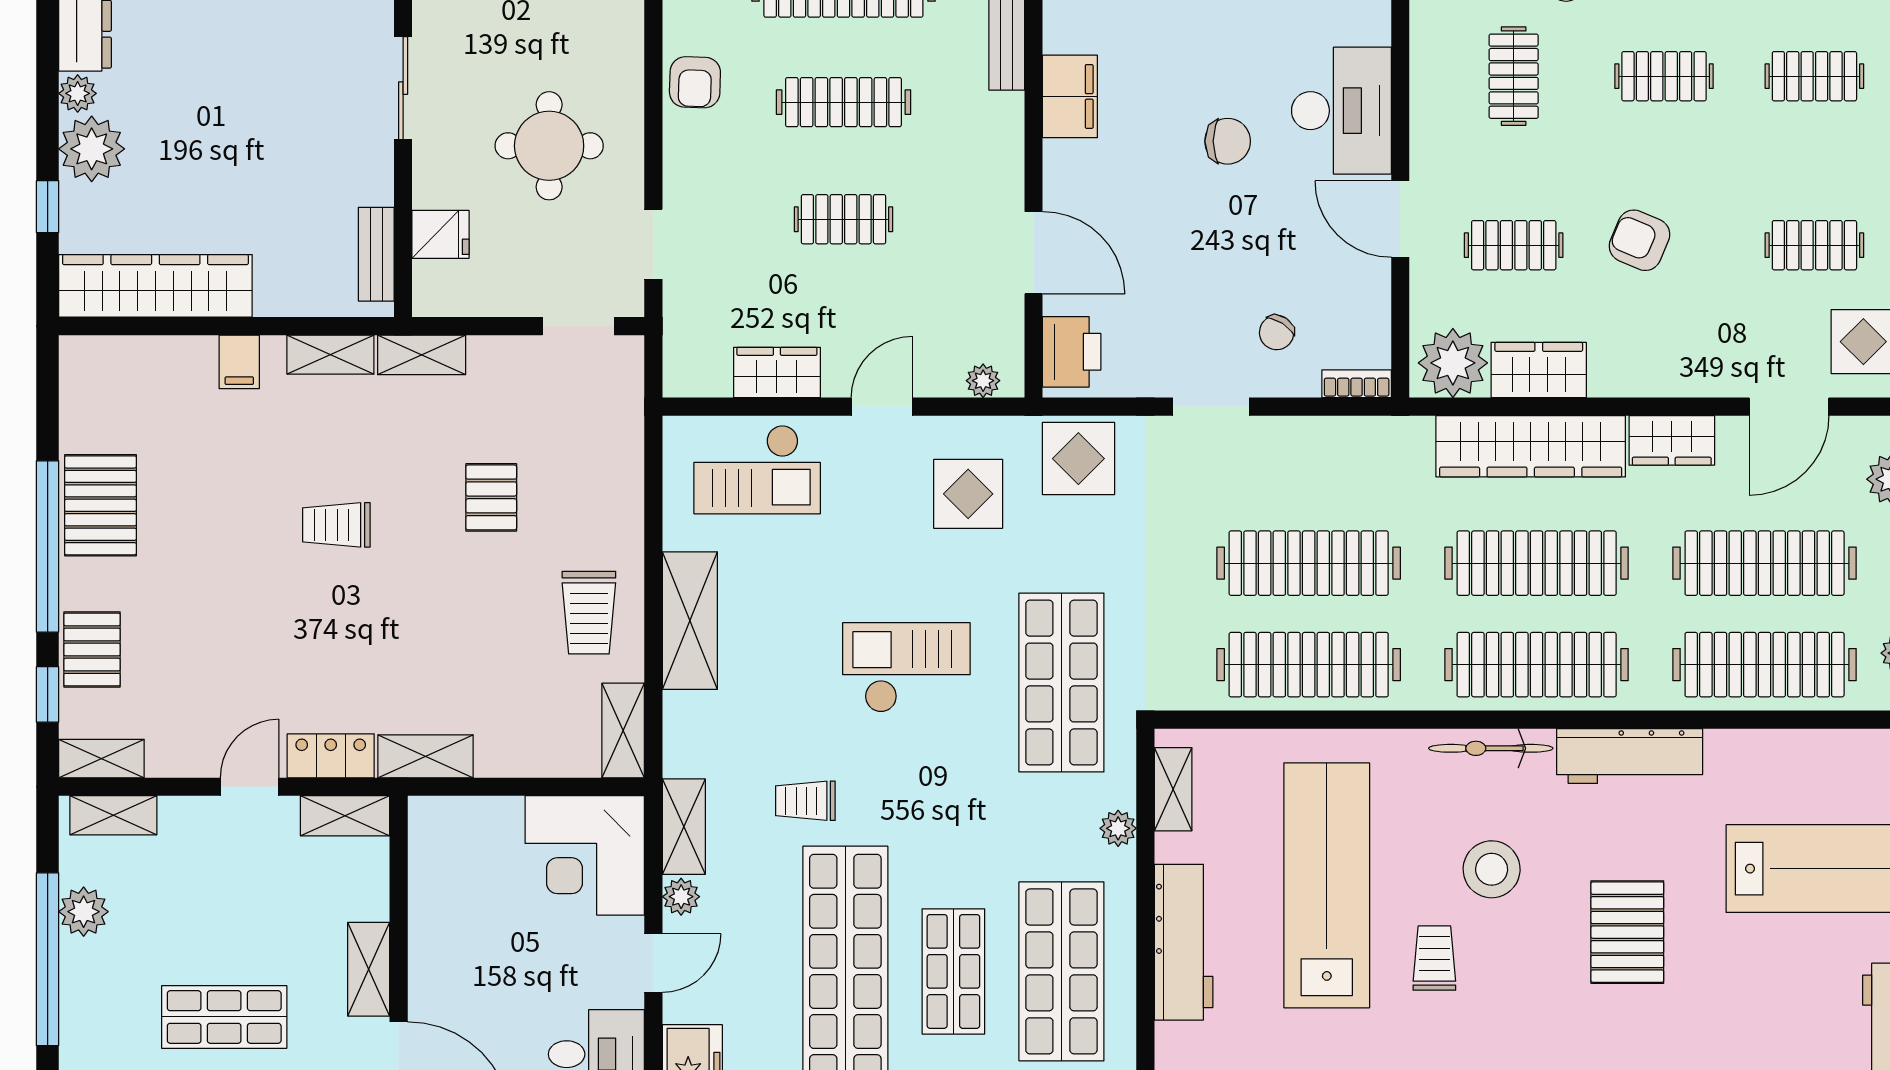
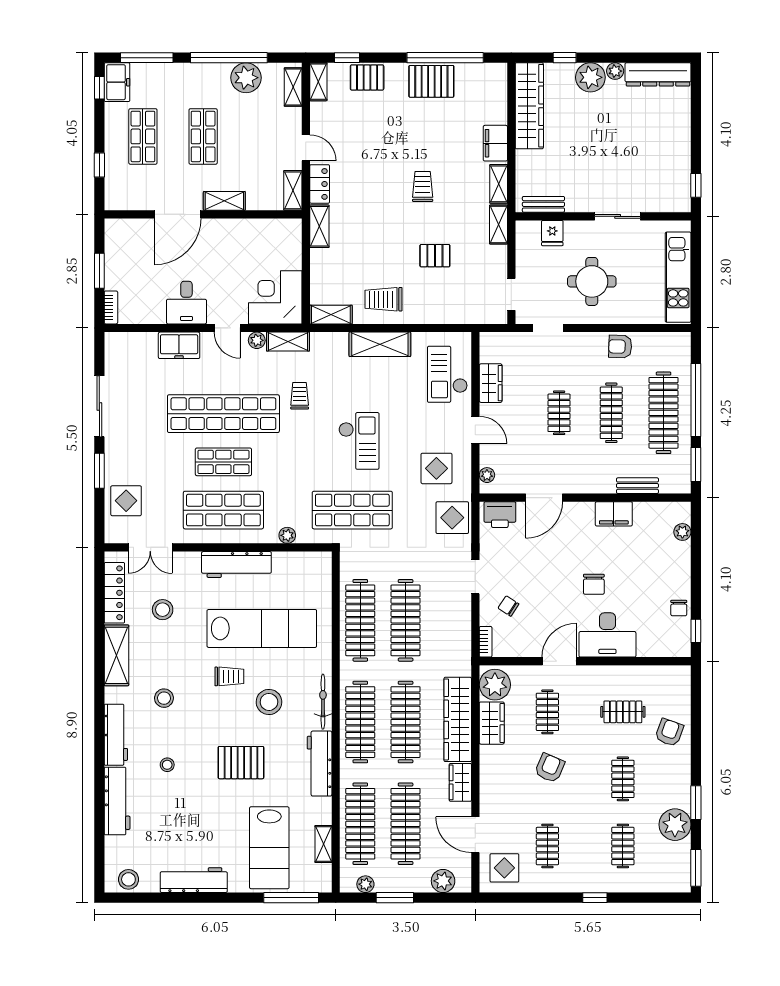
filing cabinet: (239, 362) -> (495, 143), width x2.00
window: (48, 546) -> (445, 58), moved
shelving: (1173, 789) -> (323, 844), moved, turned 90
plant: (84, 912) -> (246, 78), width x1.36, depth x1.36

